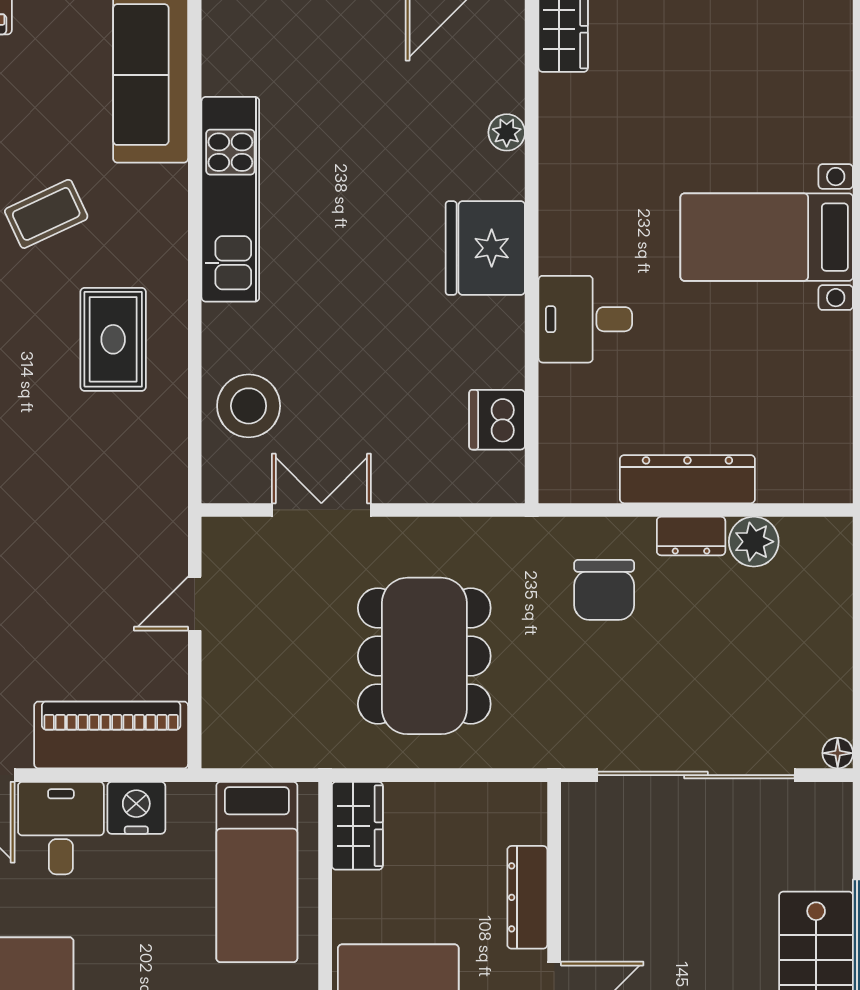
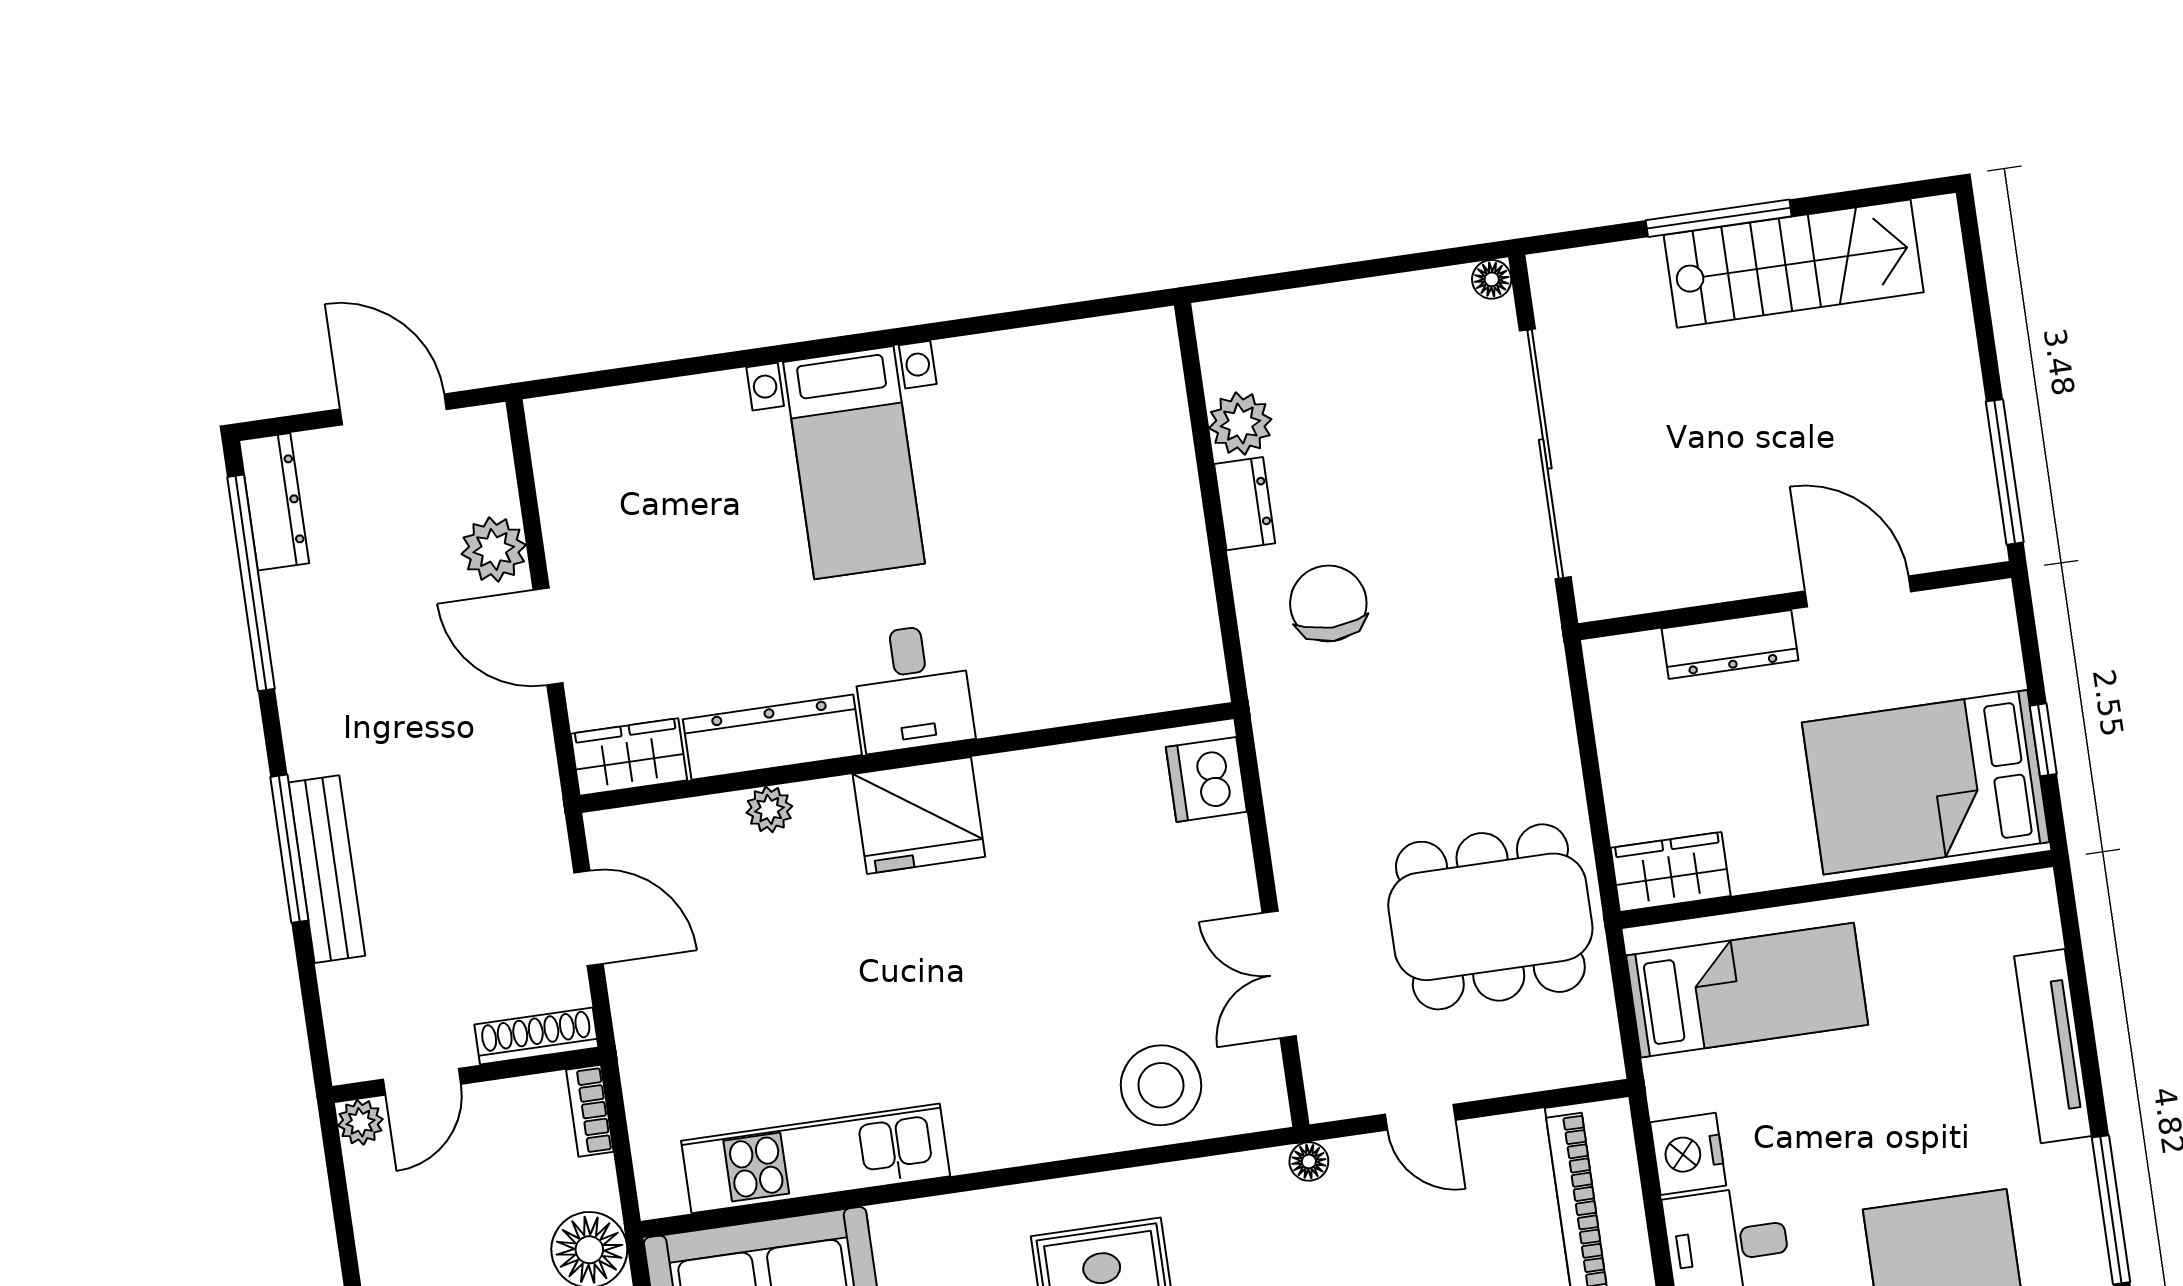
kitchen unit: (230, 199) -> (816, 1158), moved
desk: (585, 319) -> (913, 688), moved
dishwasher: (497, 420) -> (1206, 779), moved, turned 90
dresser: (687, 479) -> (772, 737), moved, turned 90
floor lamp: (173, 512) -> (1309, 1161), added
chair: (604, 590) -> (1328, 603), turned -90
dining table: (424, 656) -> (1490, 917), moved

